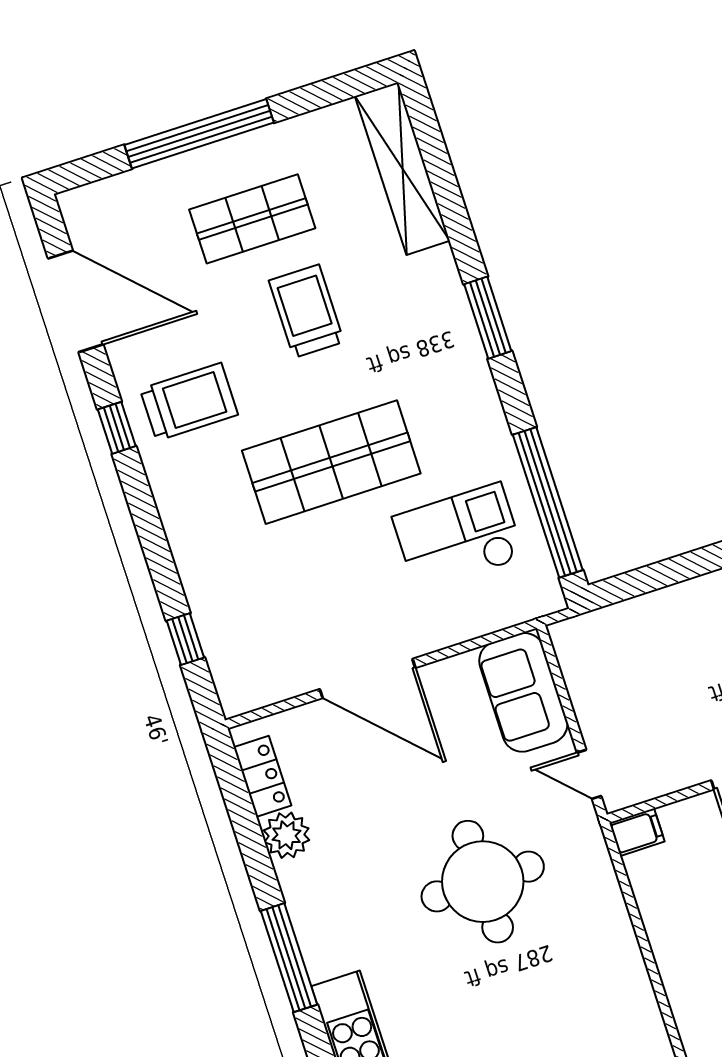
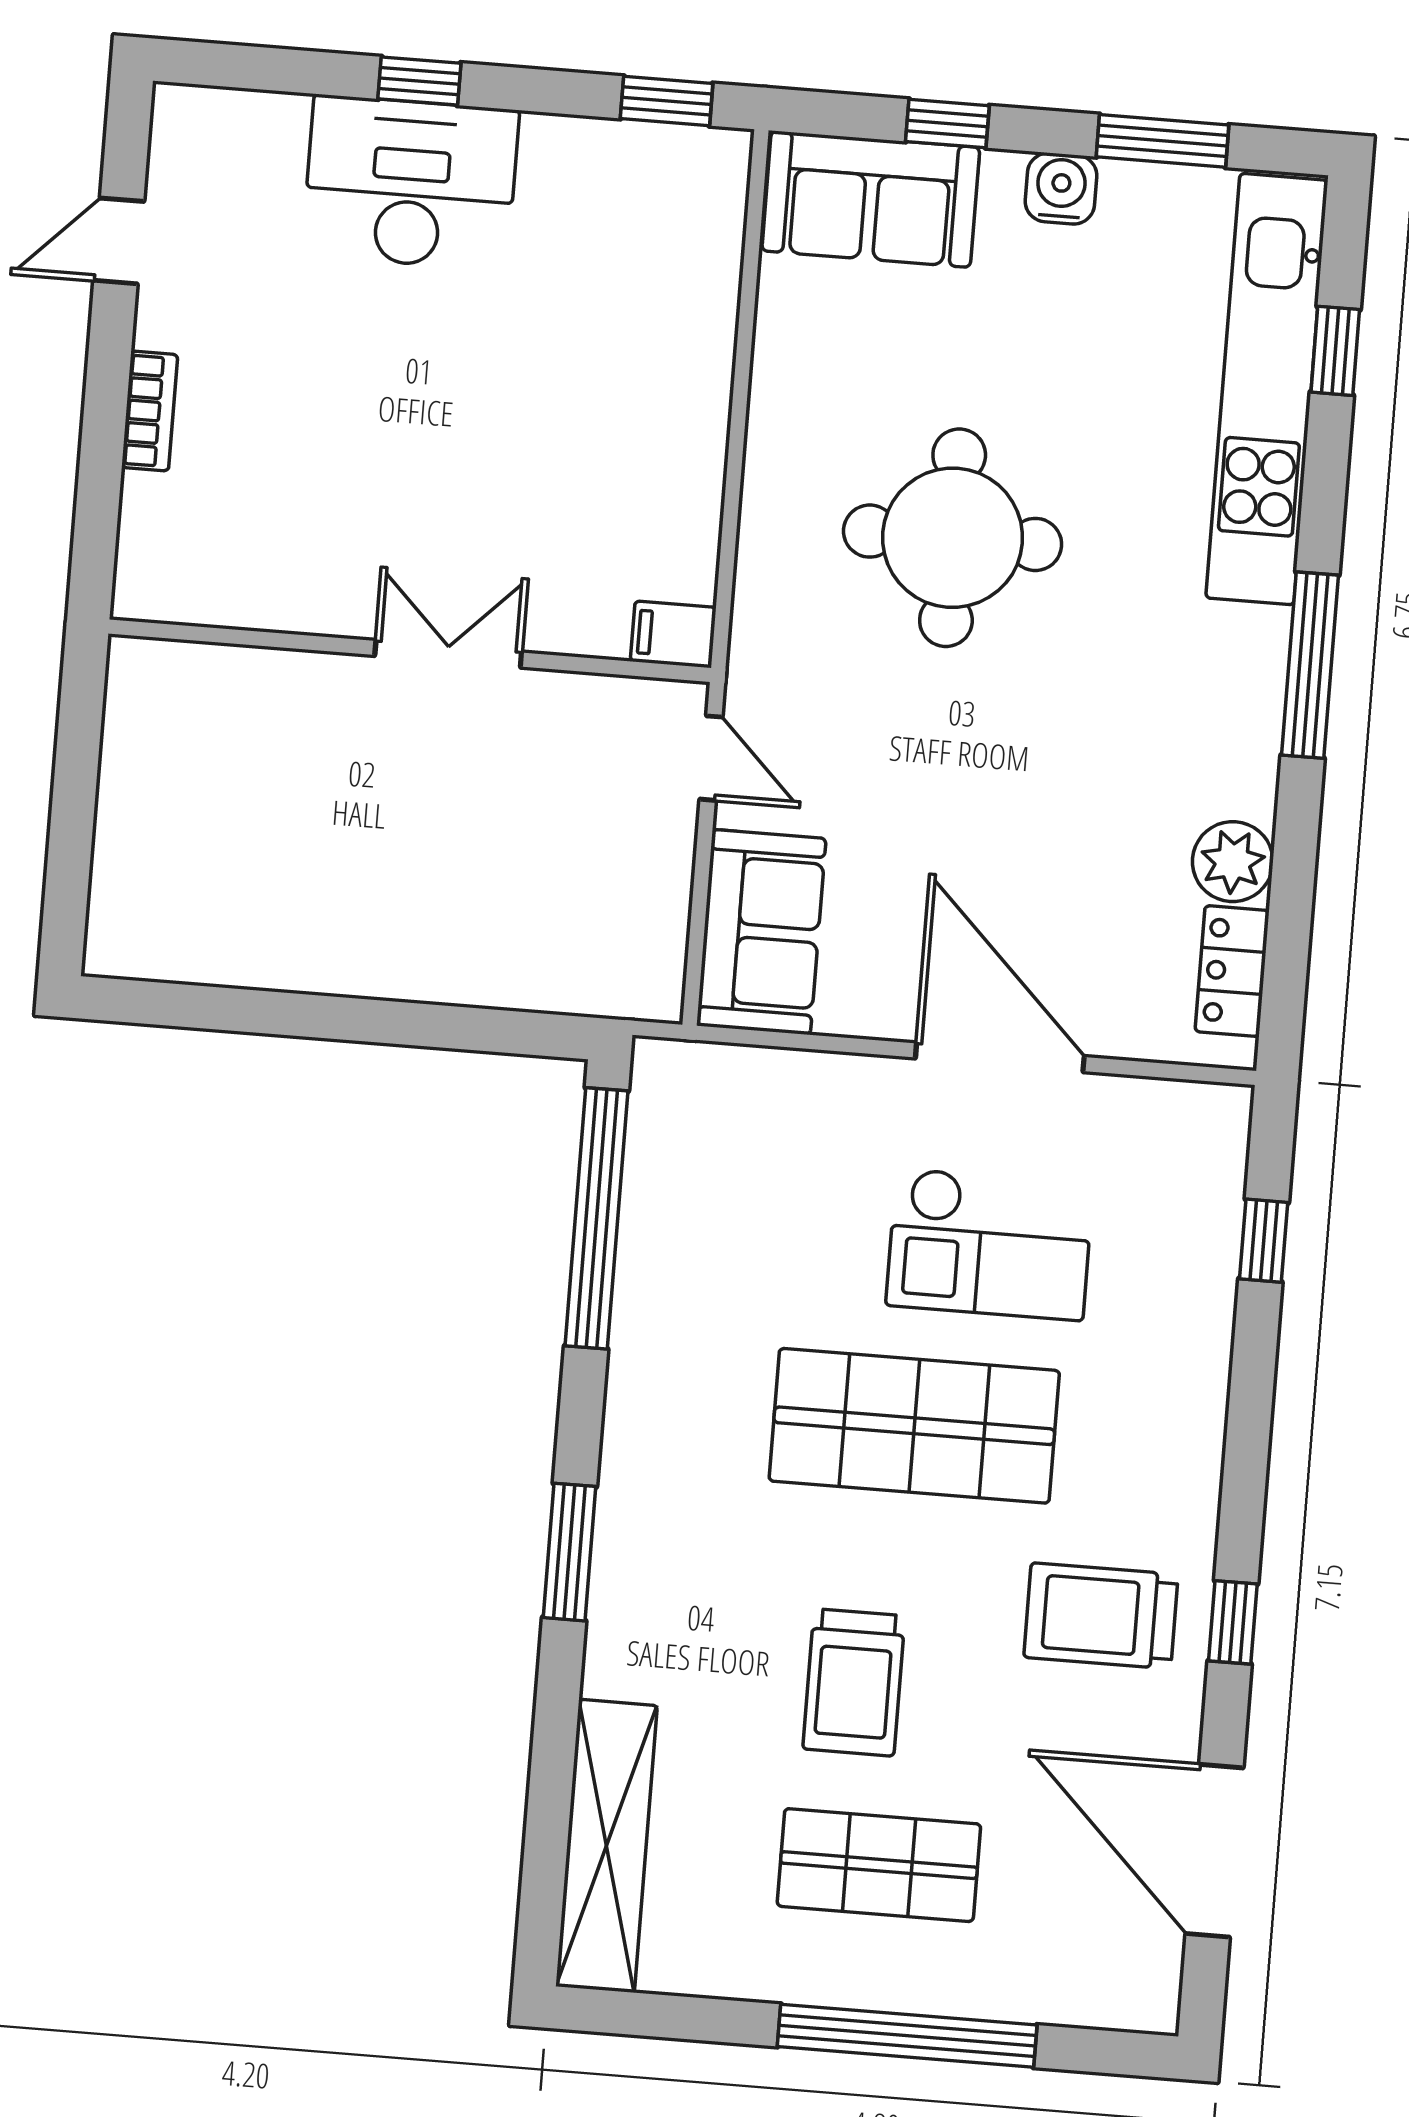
checkout: (458, 537) -> (990, 1244), moved
round table: (483, 882) -> (953, 538), moved

